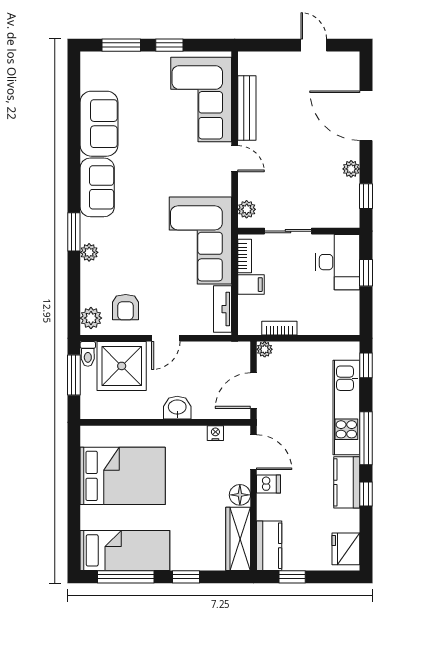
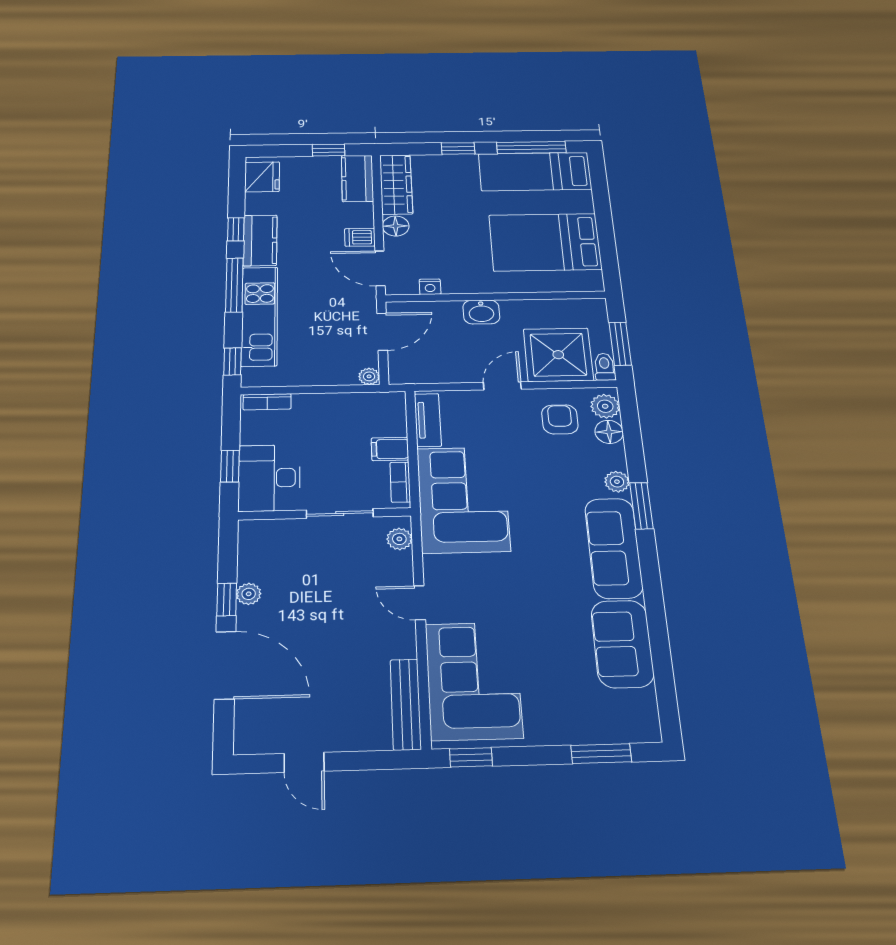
window: (169, 45) -> (471, 757), moved
bench: (247, 108) -> (406, 704), moved
sofa: (97, 187) -> (614, 548), width x1.36
window: (366, 196) -> (227, 600), moved
floor lamp: (90, 295) -> (609, 432), added
bookcase: (279, 328) -> (267, 402), moved

